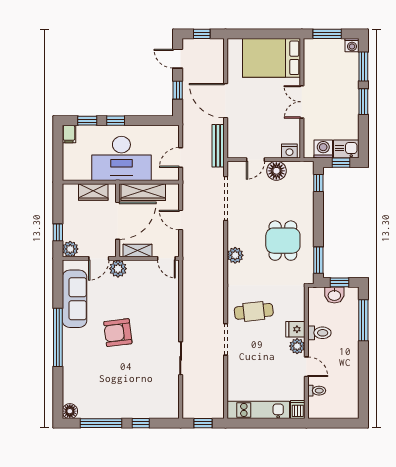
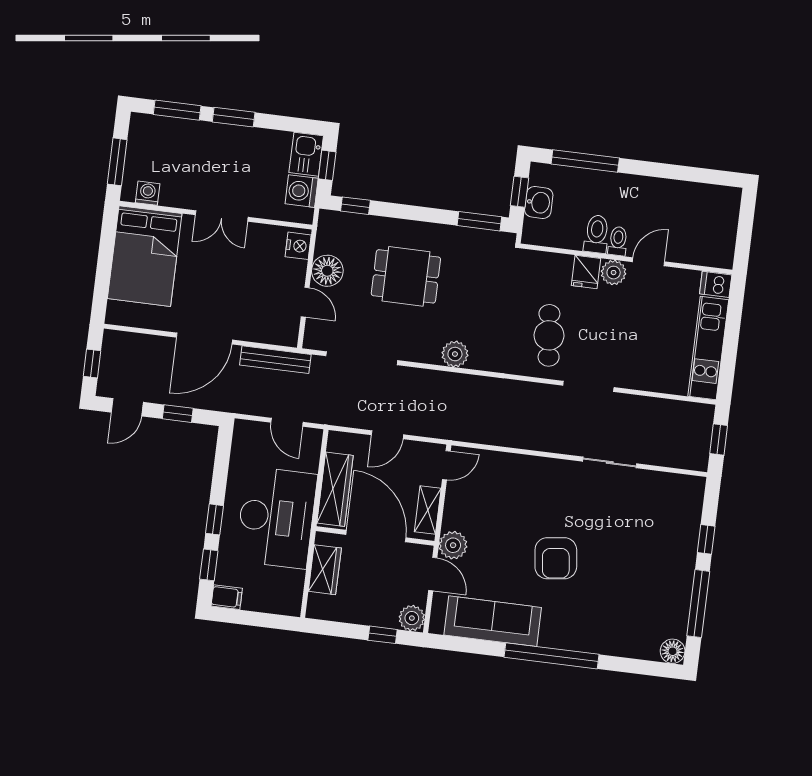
washing machine: (352, 45) -> (148, 193), moved, turned -90
dining table: (283, 241) -> (406, 276), moved
toilet: (317, 391) -> (618, 241), moved

